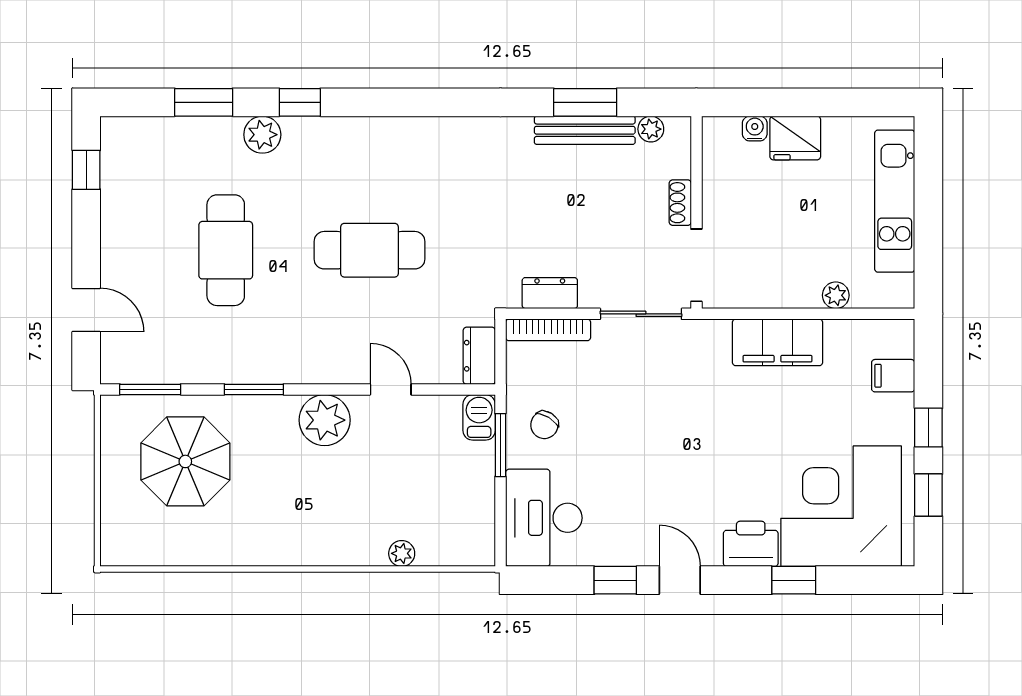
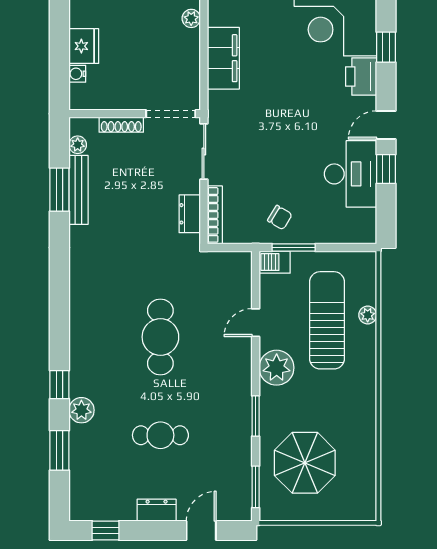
shoe rack: (680, 203) -> (121, 125), width x1.43
cafe table: (226, 250) -> (160, 435), width x0.73, depth x0.74
dresser: (479, 356) -> (157, 510), moved, turned 180
sun lounger: (394, 494) -> (327, 320), added
desk: (544, 518) -> (350, 174), moved, turned -90

